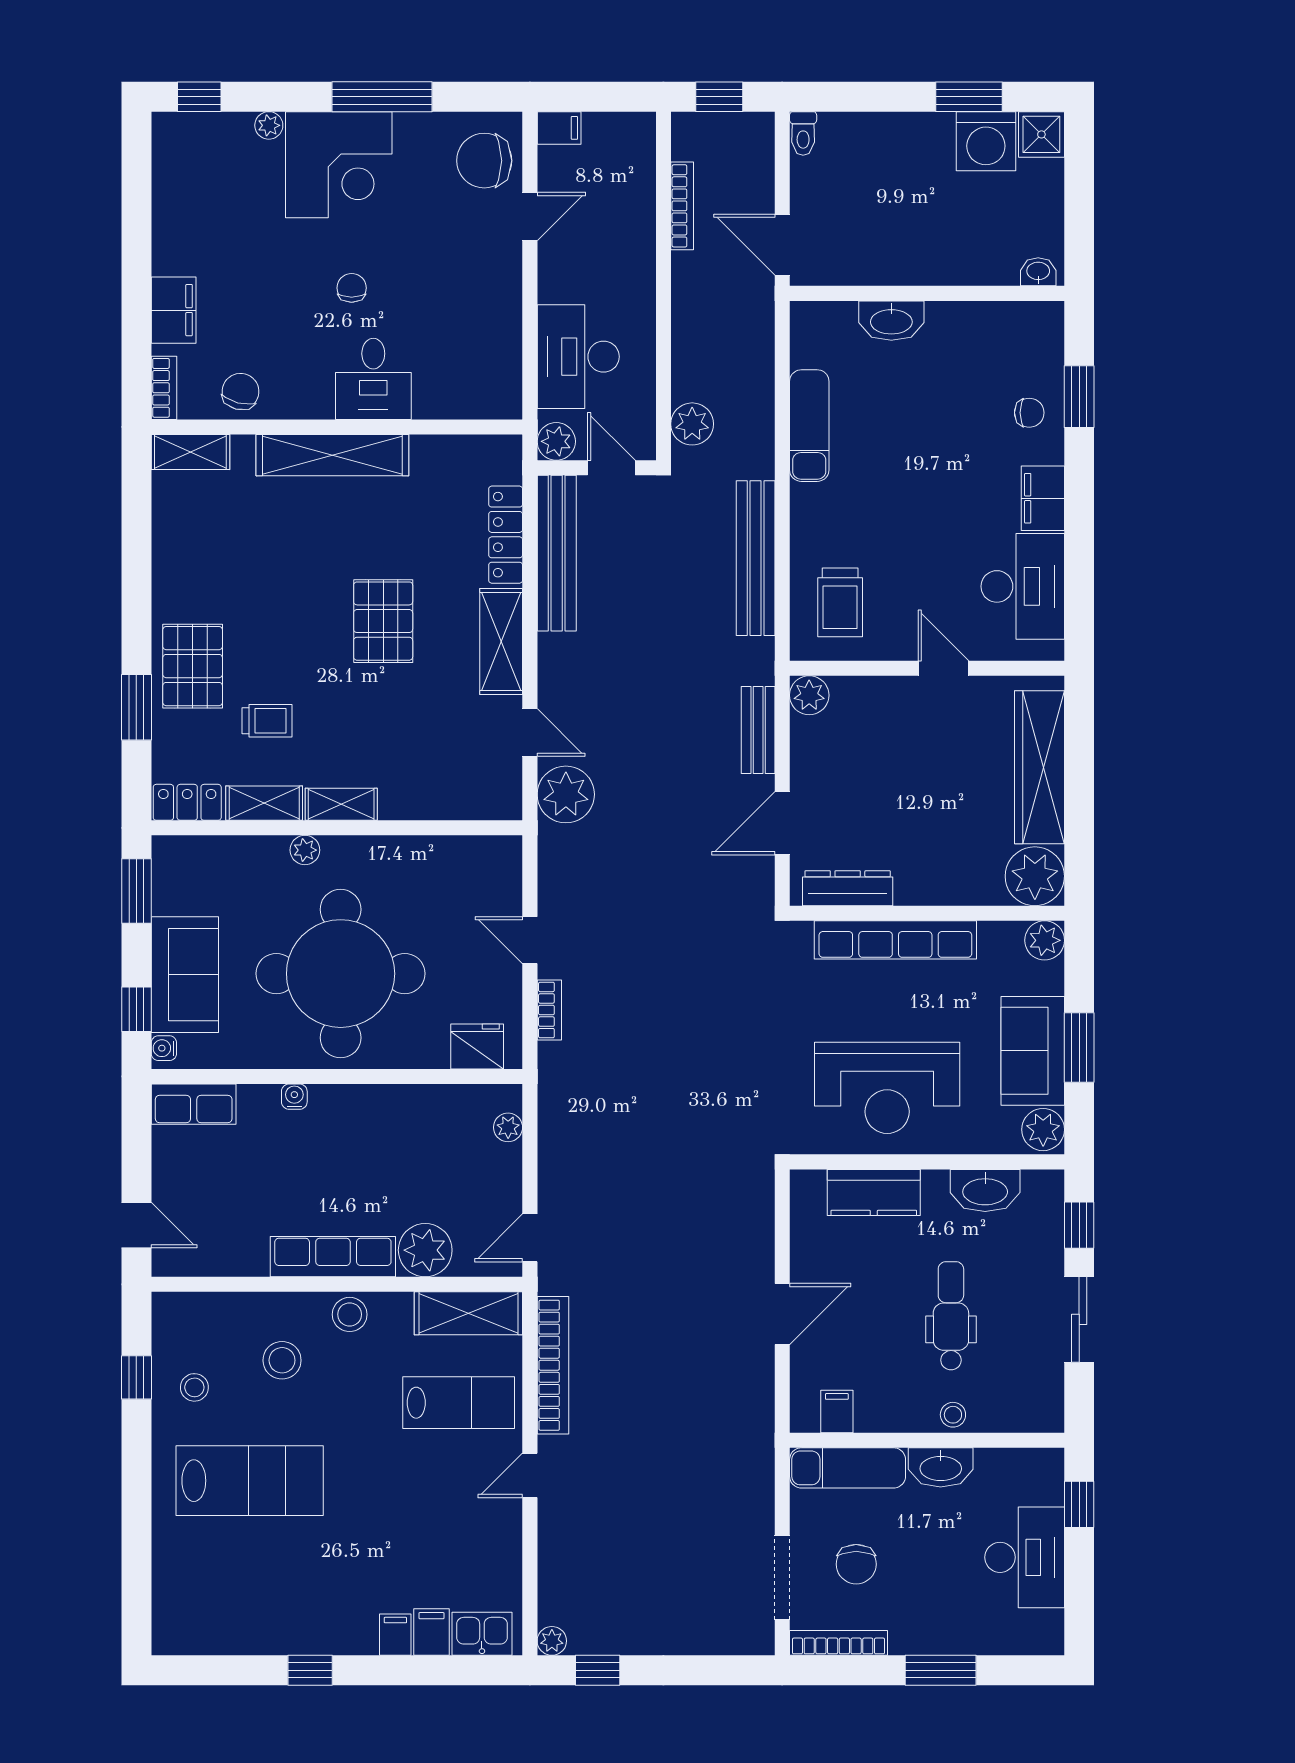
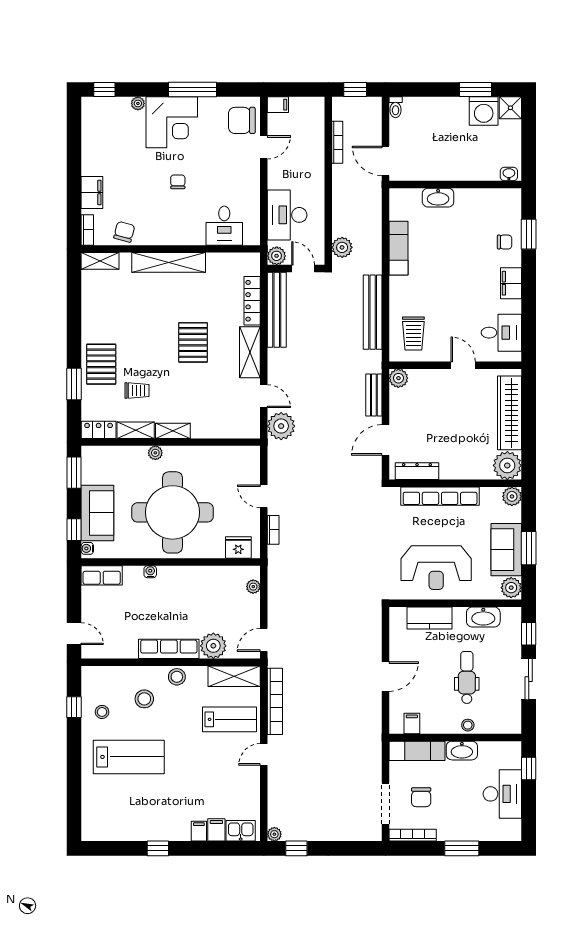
desk: (373, 379) -> (224, 226), moved
desk: (1023, 586) -> (501, 333), width x0.73

